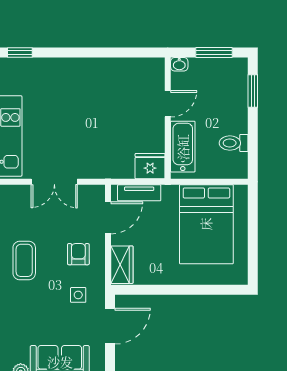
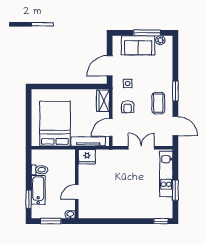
bathtub: (183, 147) -> (38, 190), moved, turned 180
tv unit: (139, 193) -> (88, 142), width x1.41

